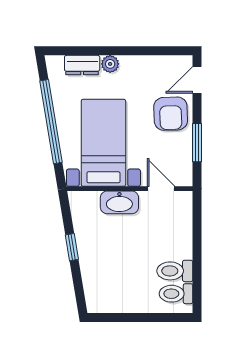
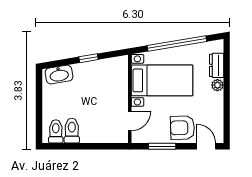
washbasin: (119, 202) -> (59, 75), moved, turned -99

